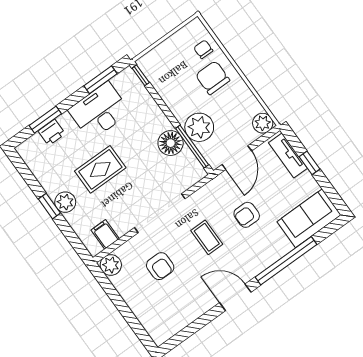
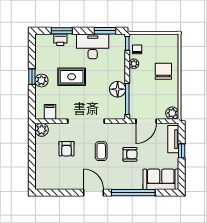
chair: (203, 49) -> (137, 49), moved
plant: (199, 127) -> (134, 64), moved, width x0.53, depth x0.53
armchair: (247, 215) -> (130, 154), turned 180

